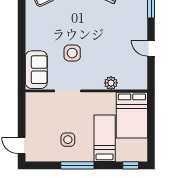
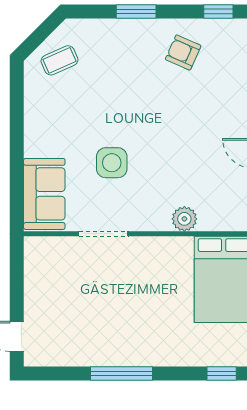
bed: (105, 138) -> (172, 323), removed
side table: (68, 140) -> (104, 325), removed

